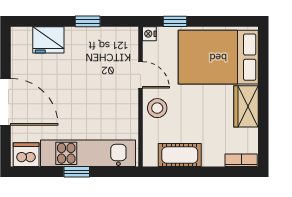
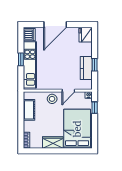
kitchen counter: (94, 38) -> (86, 68), added
fridge: (48, 40) -> (86, 35), moved

